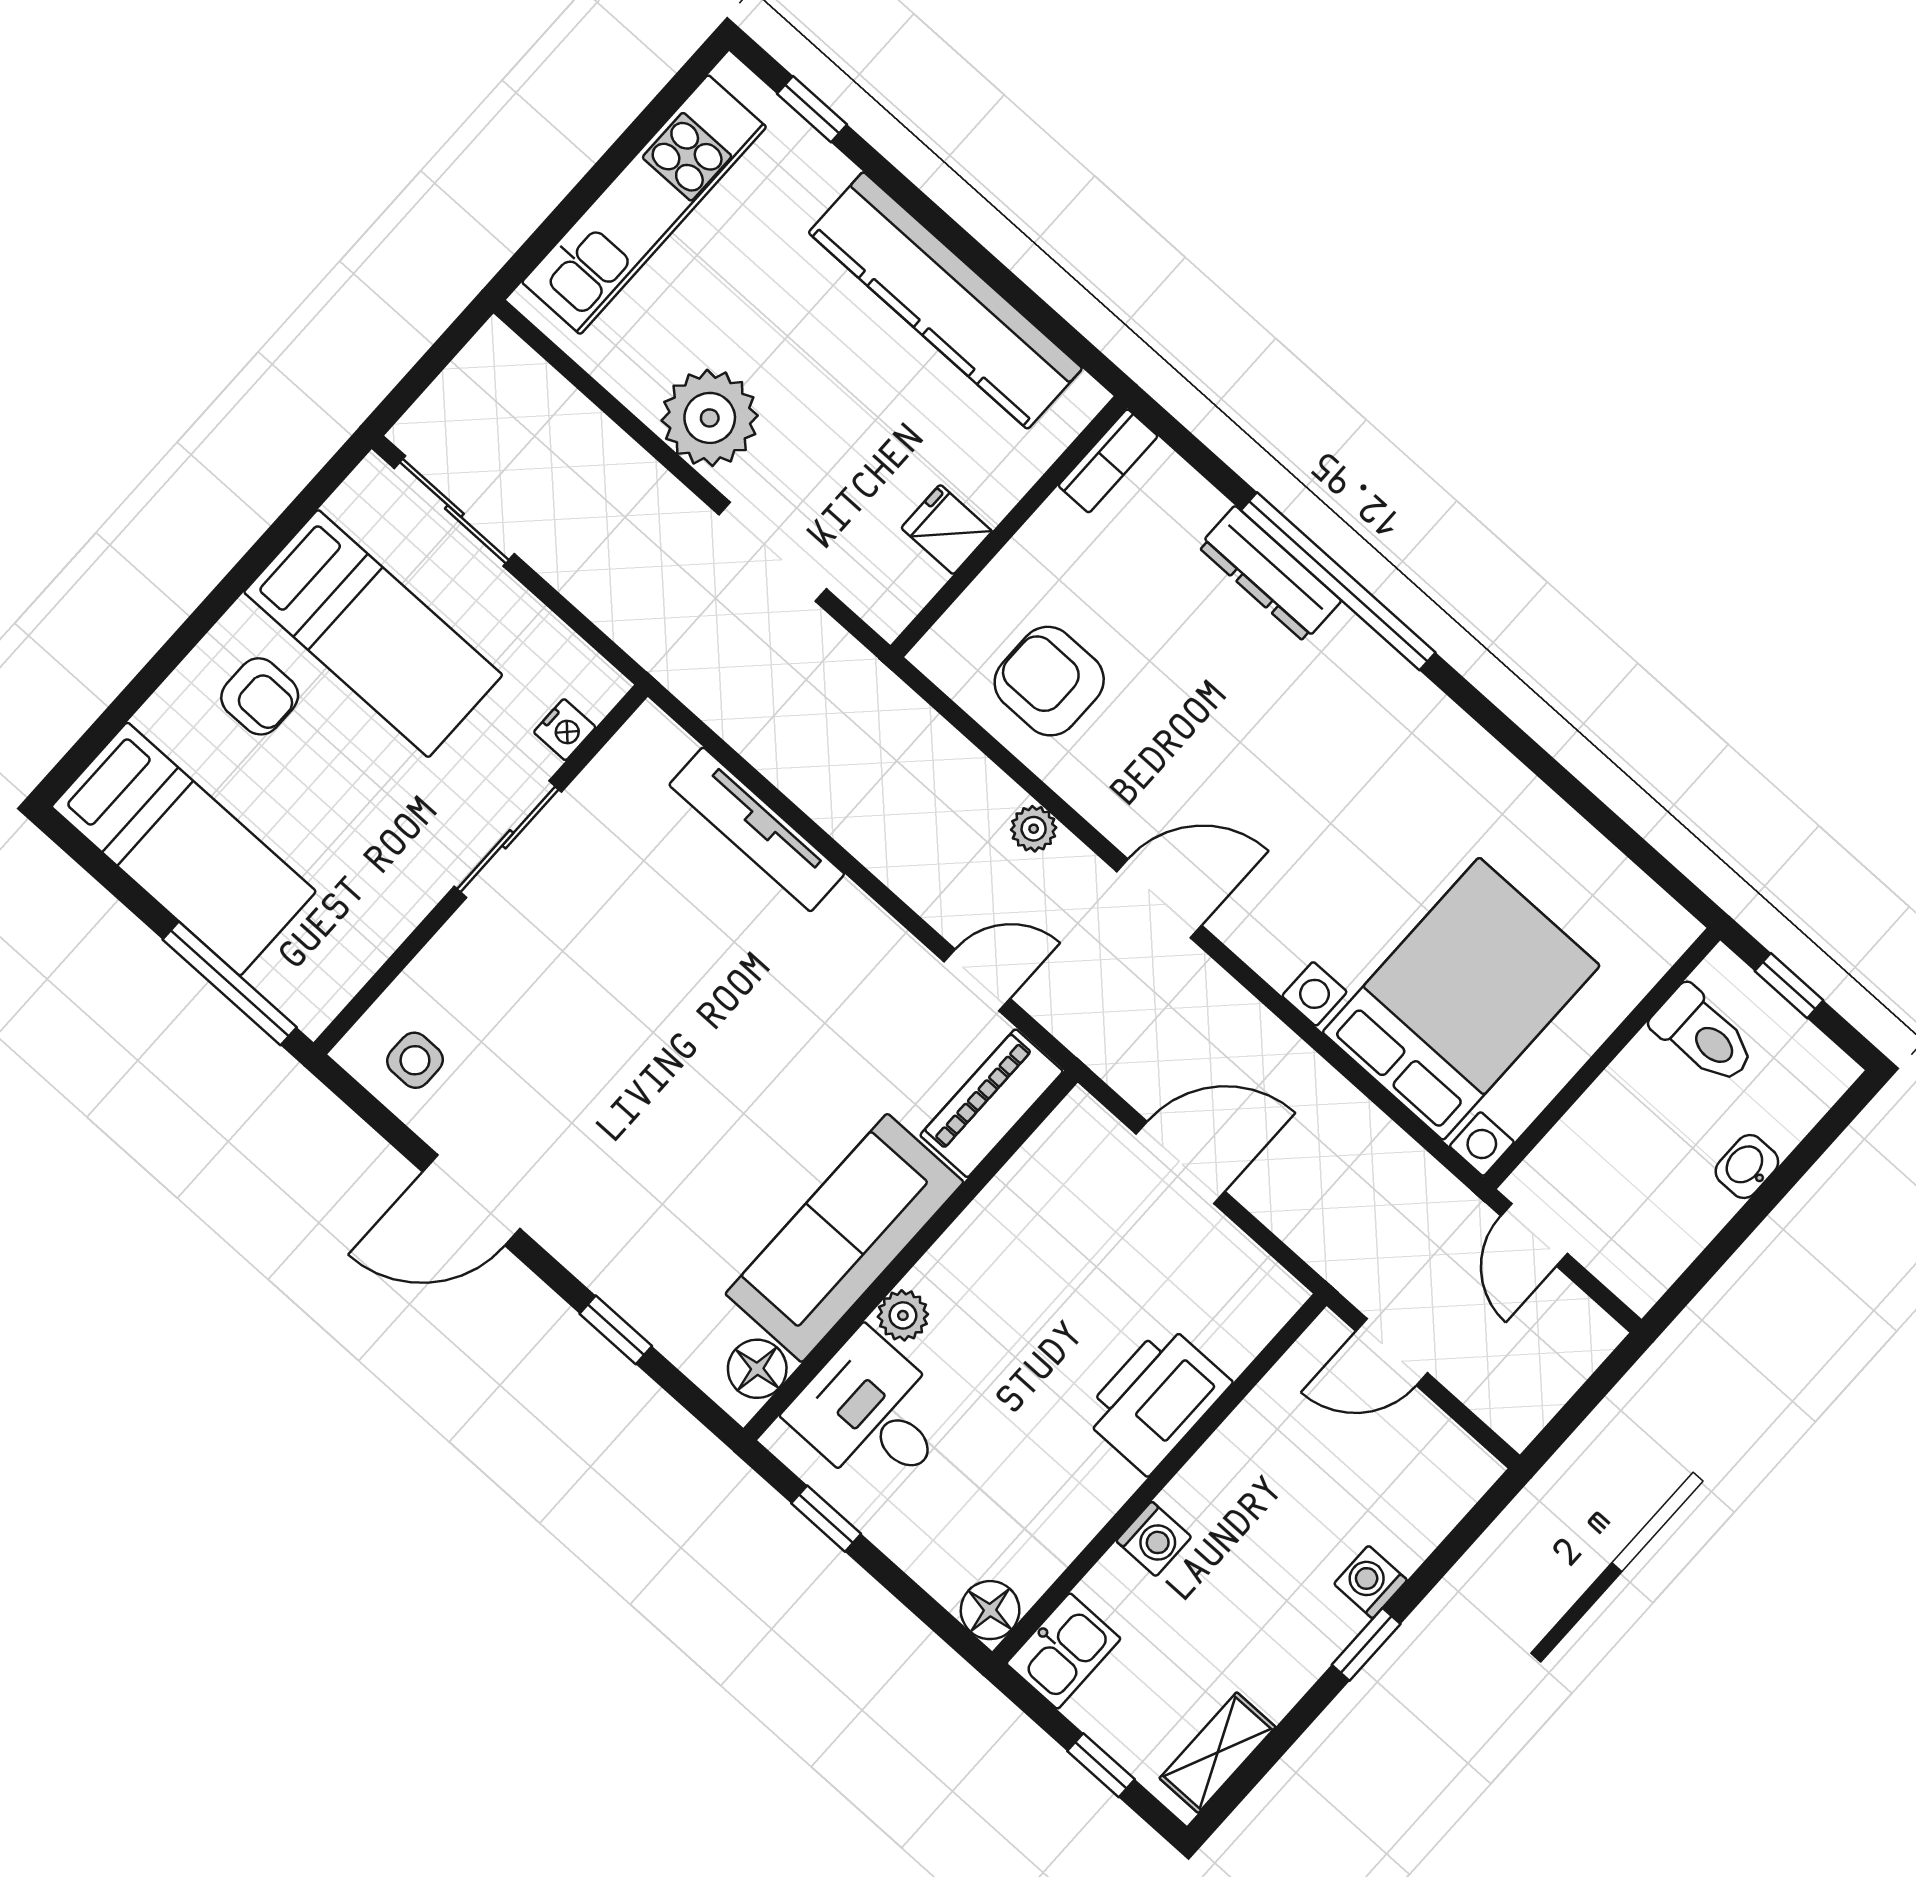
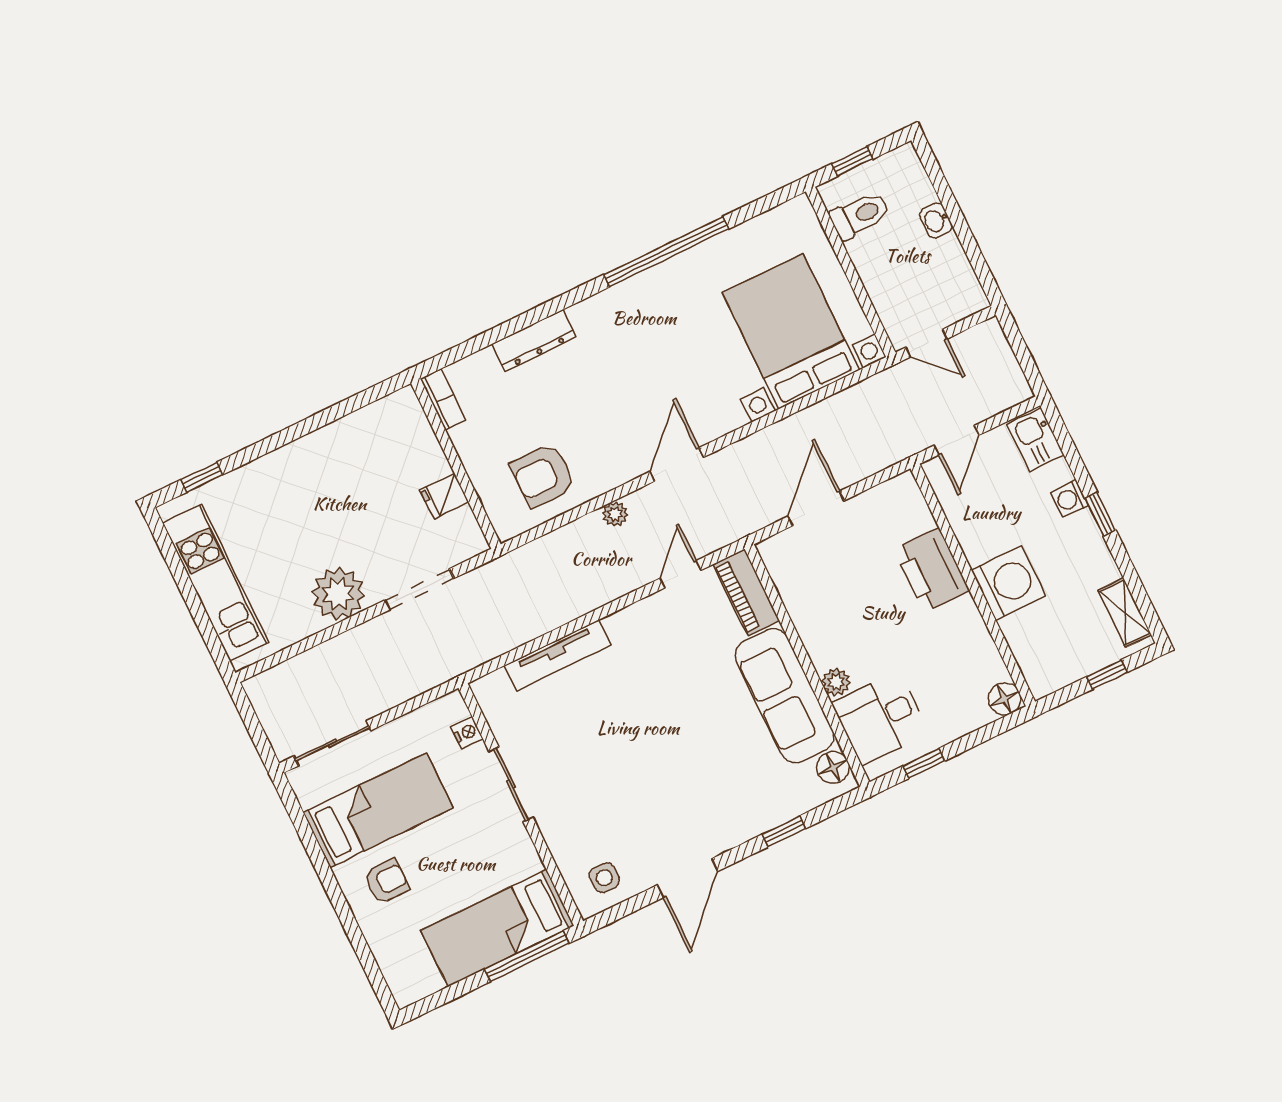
kitchen counter: (945, 300) -> (327, 449), removed
window: (1338, 581) -> (666, 252), moved
bed: (184, 849) -> (497, 928), moved, turned 180
washing machine: (1154, 1539) -> (1008, 583), width x1.89, depth x1.89
kitchen sink: (1064, 1651) -> (1035, 440), moved, turned 180

